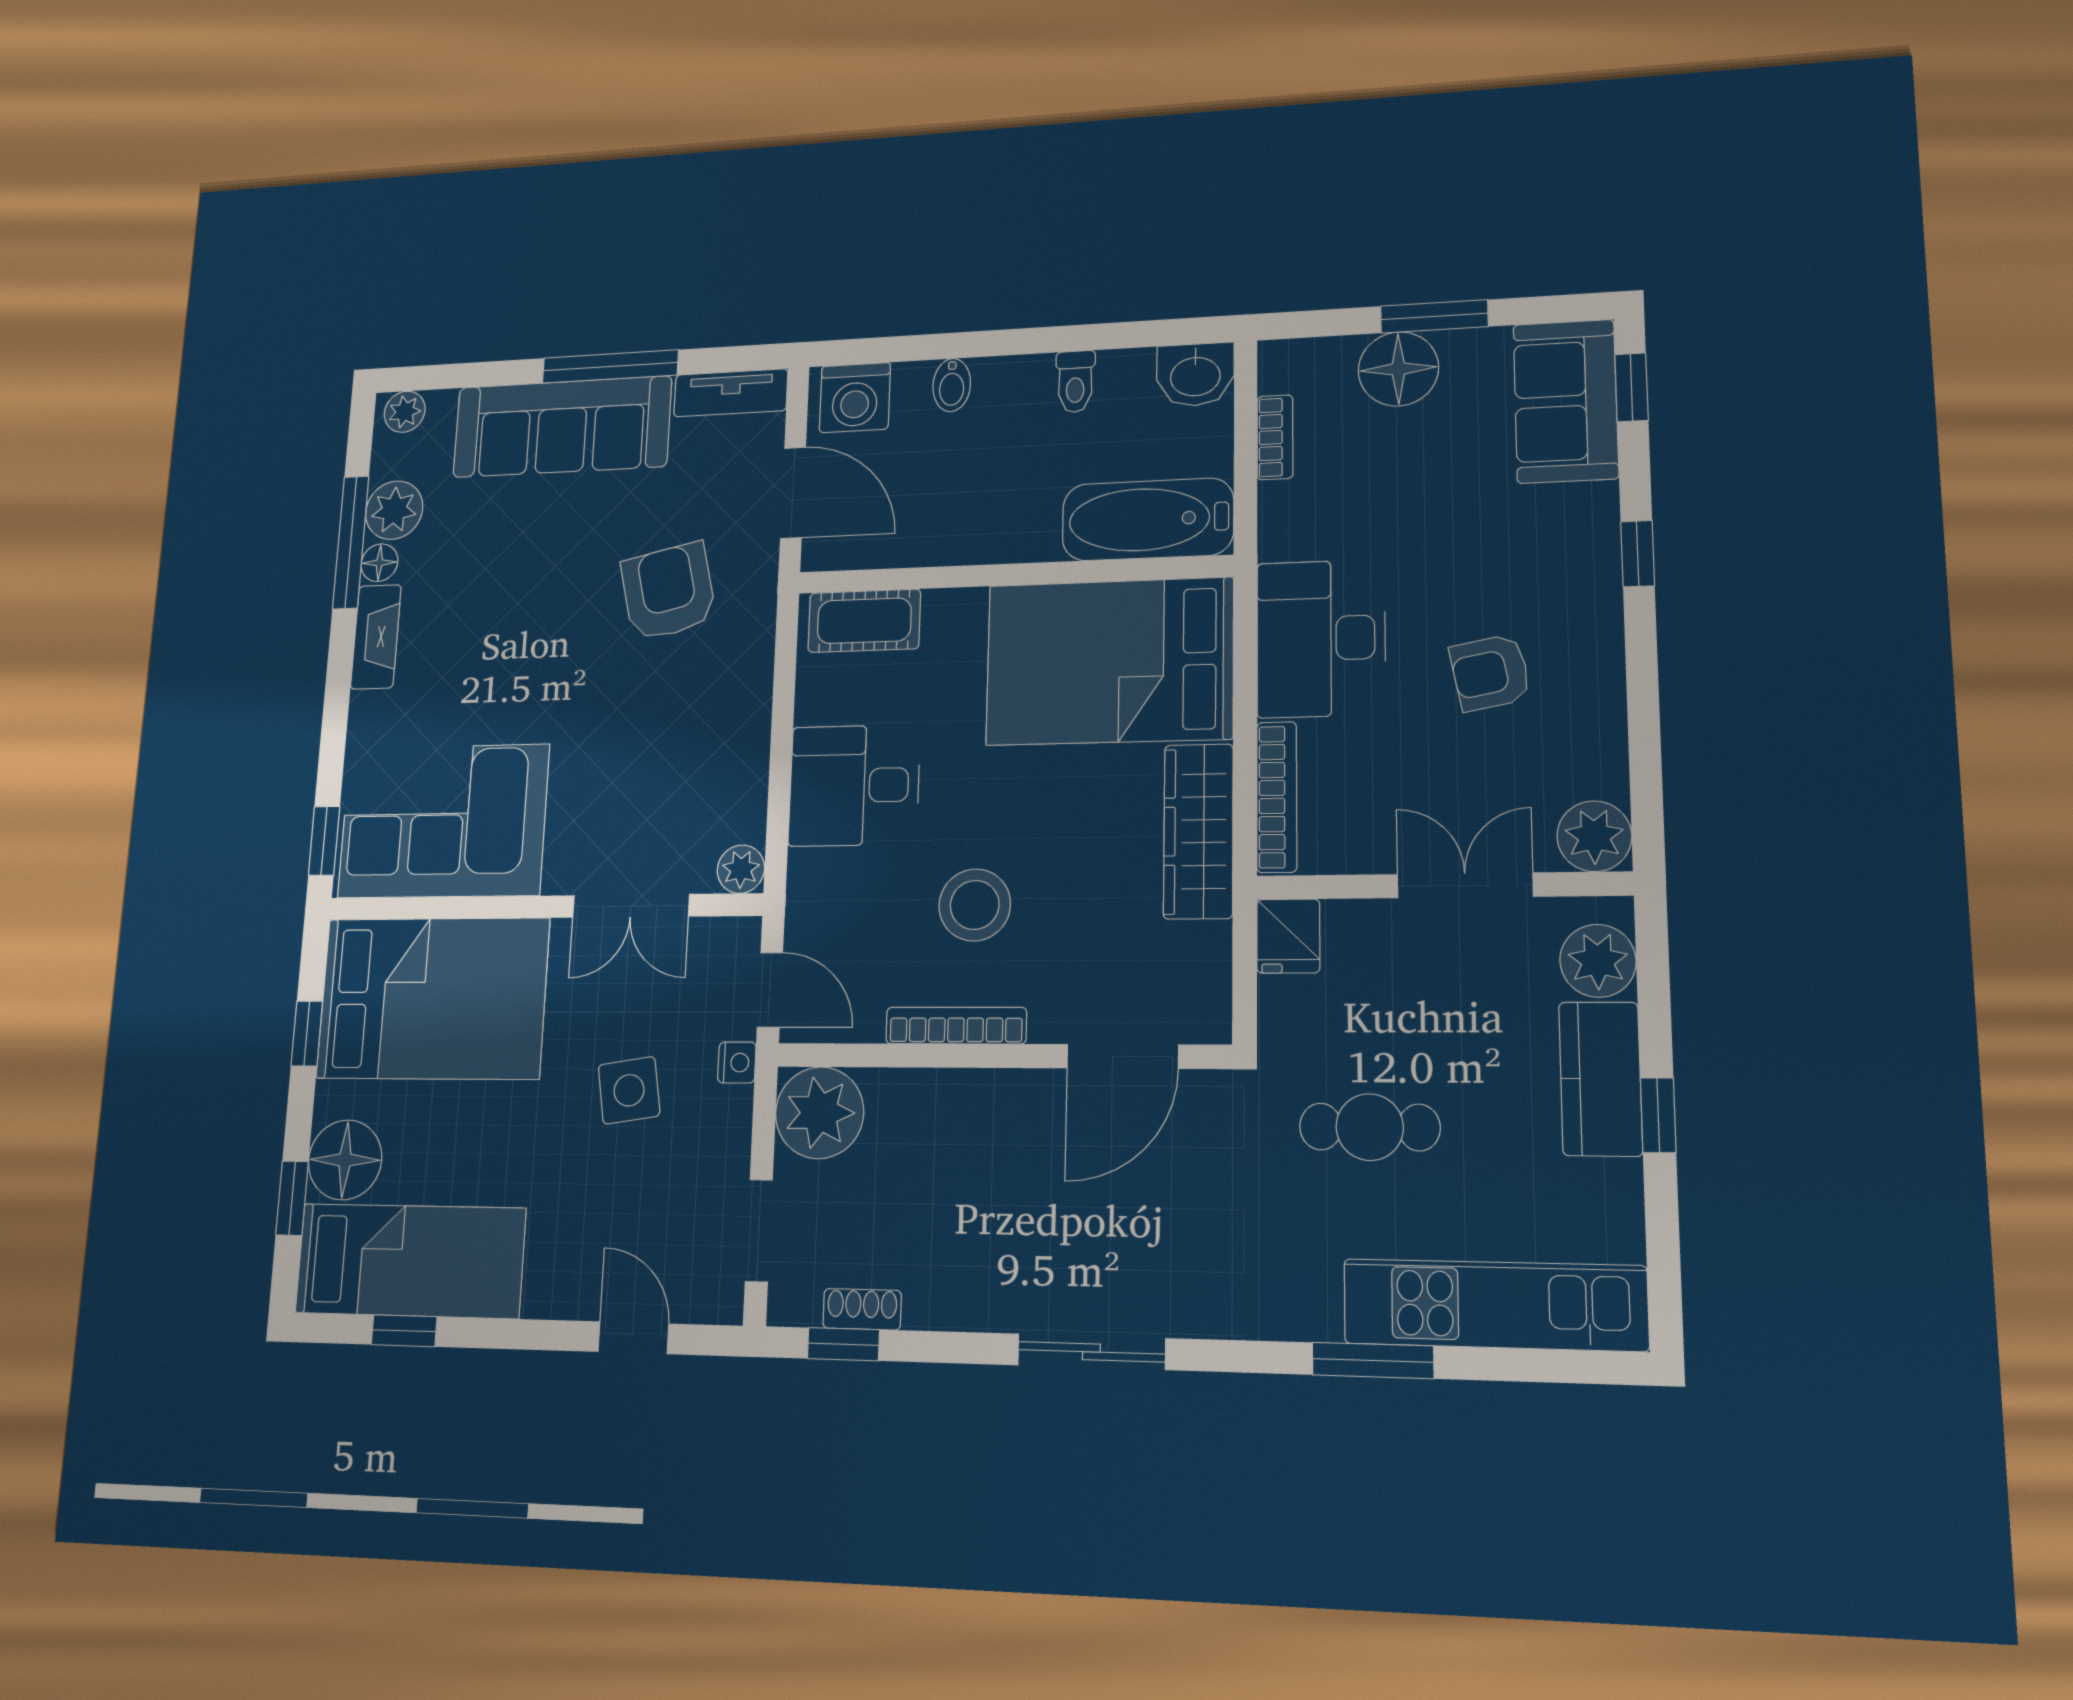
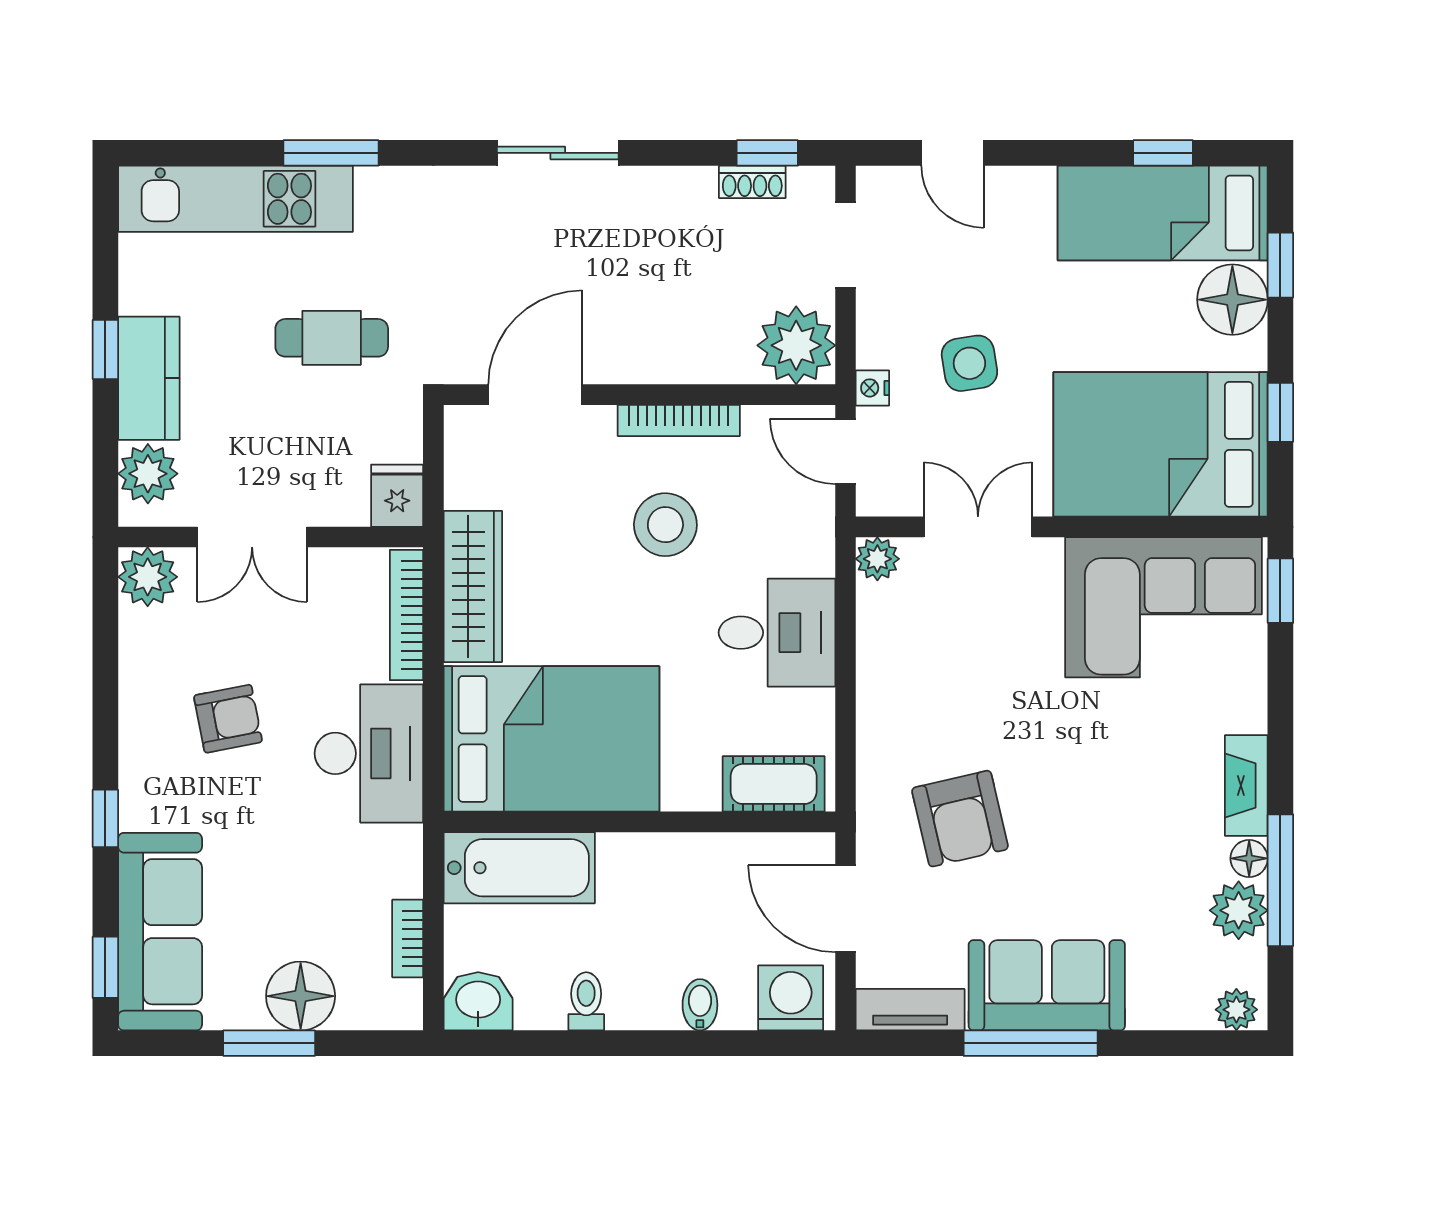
sofa: (1566, 401) -> (160, 932), width x1.36
sofa: (562, 427) -> (1047, 985), width x0.73

